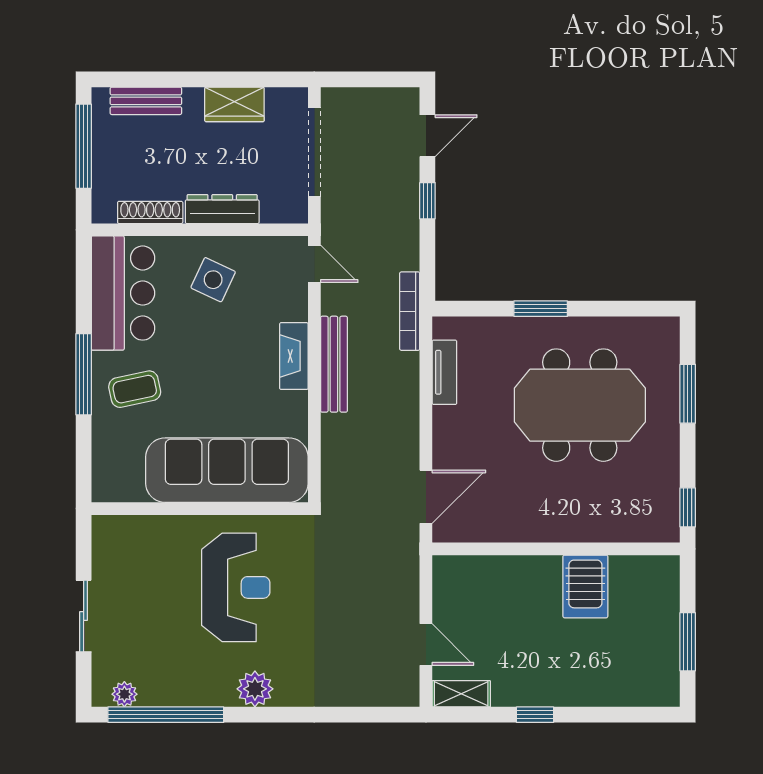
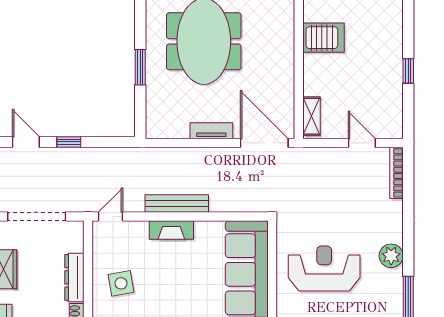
side table: (213, 280) -> (121, 283), turned -35
bookcase: (410, 311) -> (396, 173), moved, turned 90
tv unit: (444, 372) -> (211, 131), moved
door: (426, 497) -> (264, 143), width x1.36
door: (426, 644) -> (362, 143), hinge flipped
shelving: (461, 694) -> (311, 116), moved

